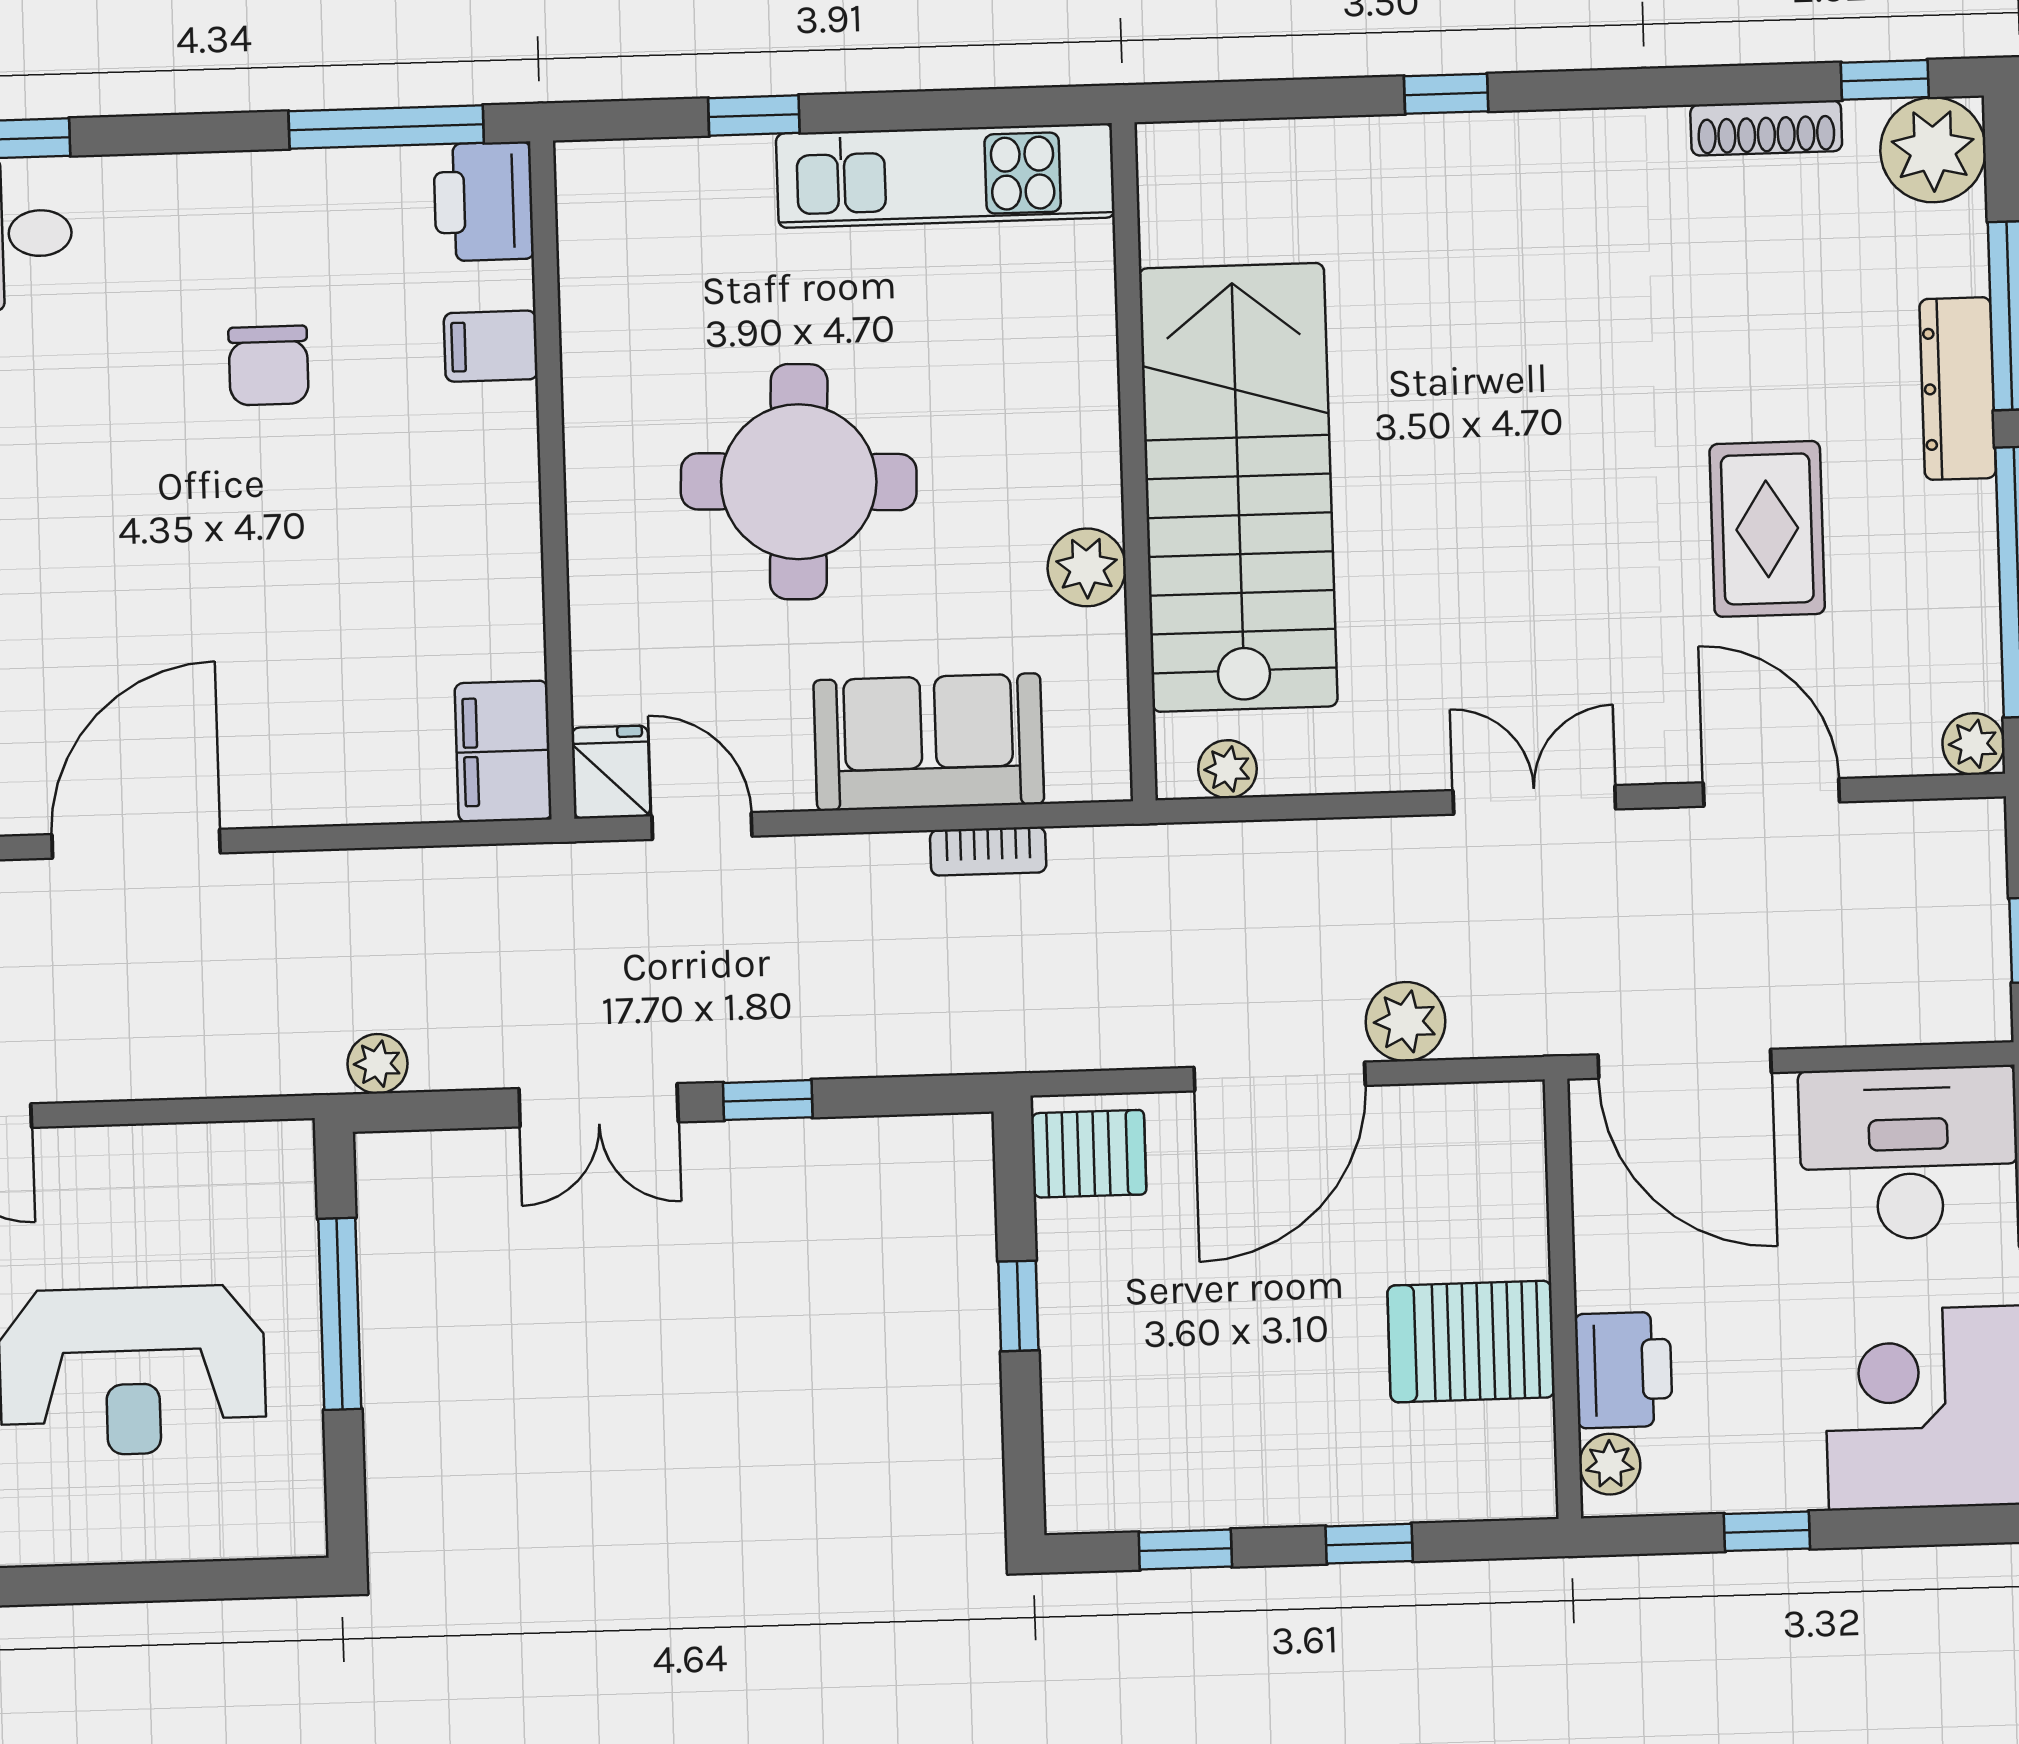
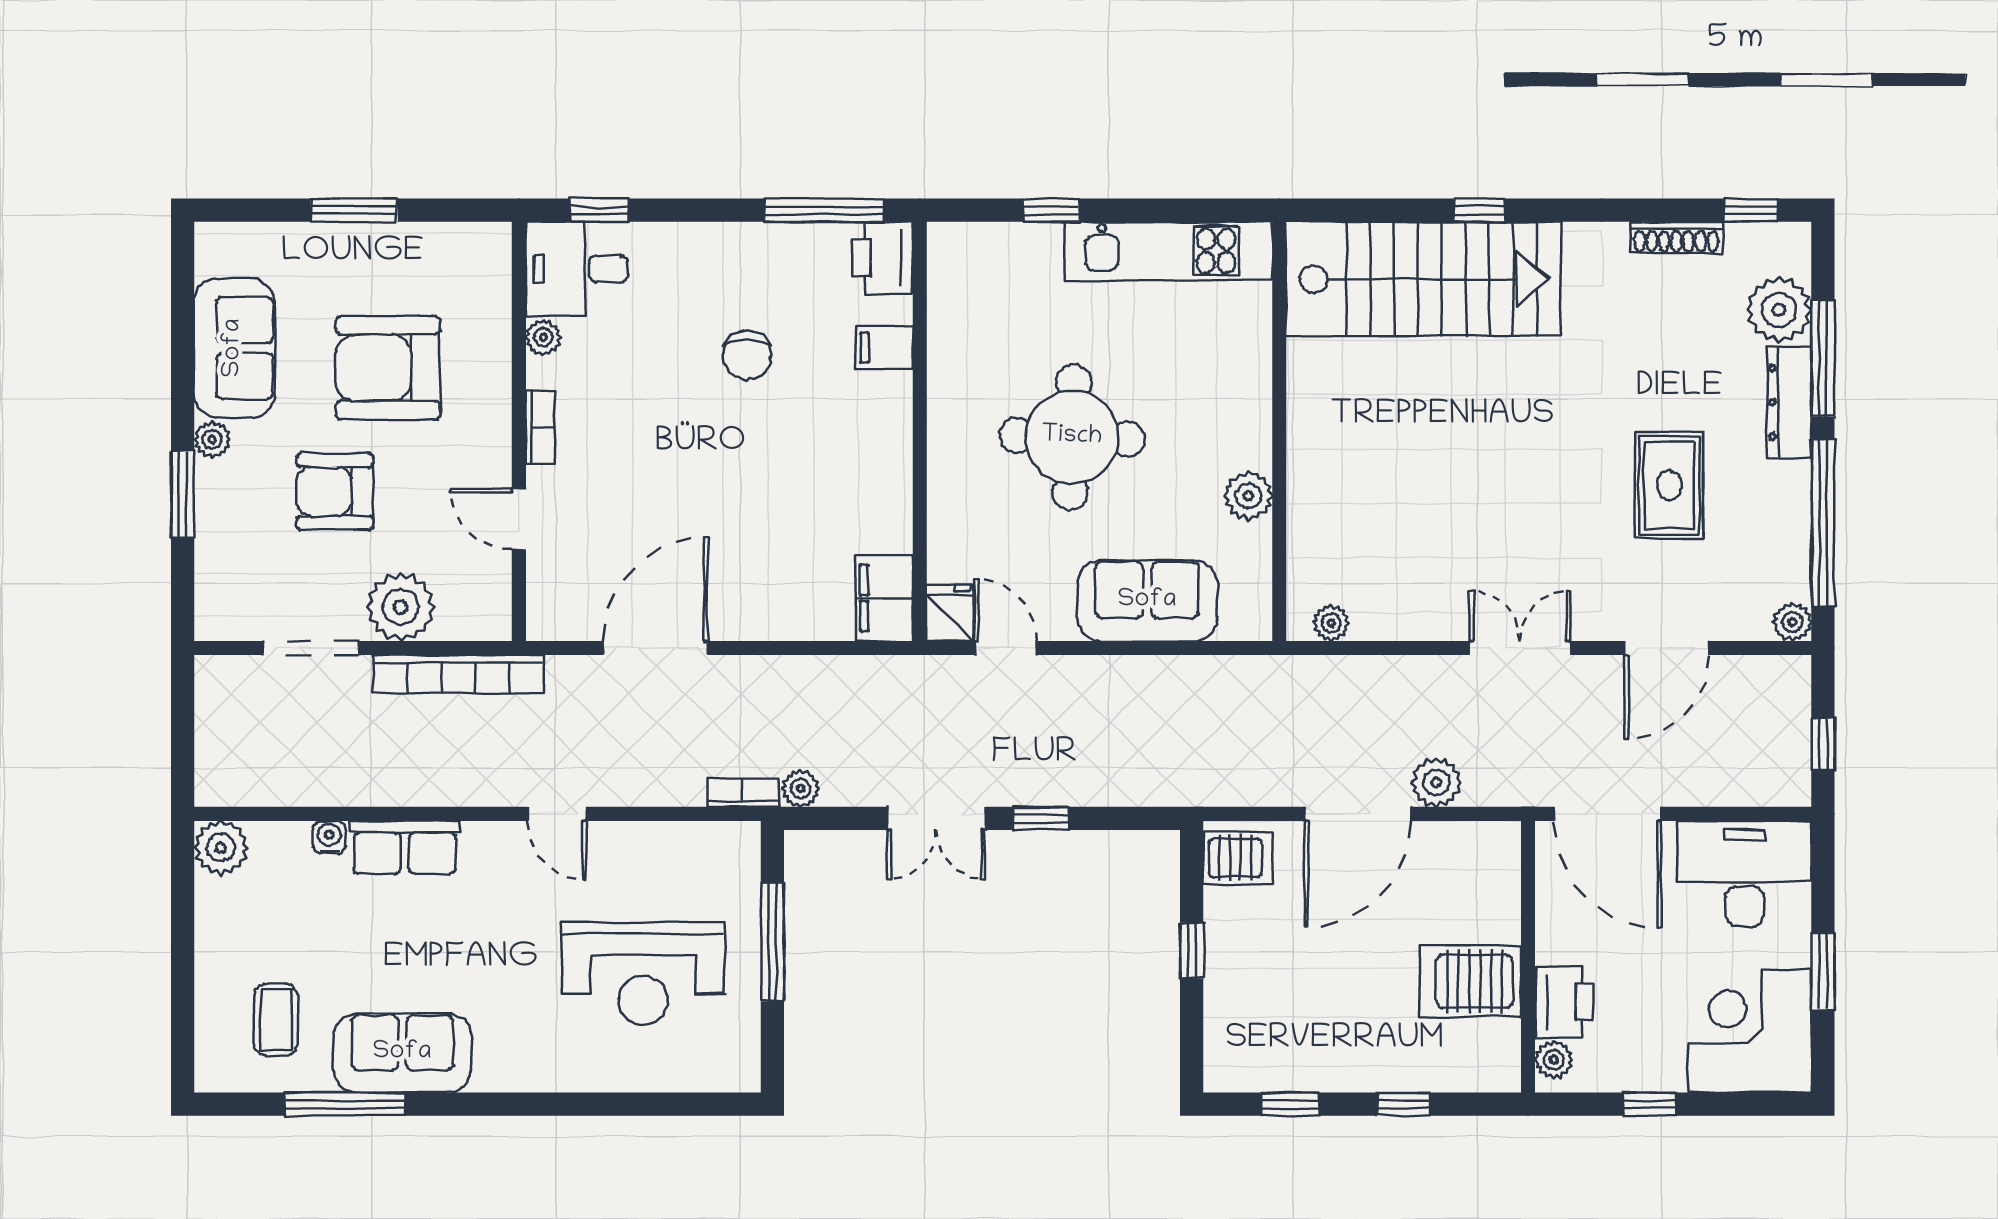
plant: (1933, 150) -> (1779, 310), moved
stairs: (1238, 487) -> (1423, 279), moved, turned 90
door: (1771, 792) -> (1667, 648), swing flipped
bookcase: (988, 851) -> (743, 793), moved, turned 180

